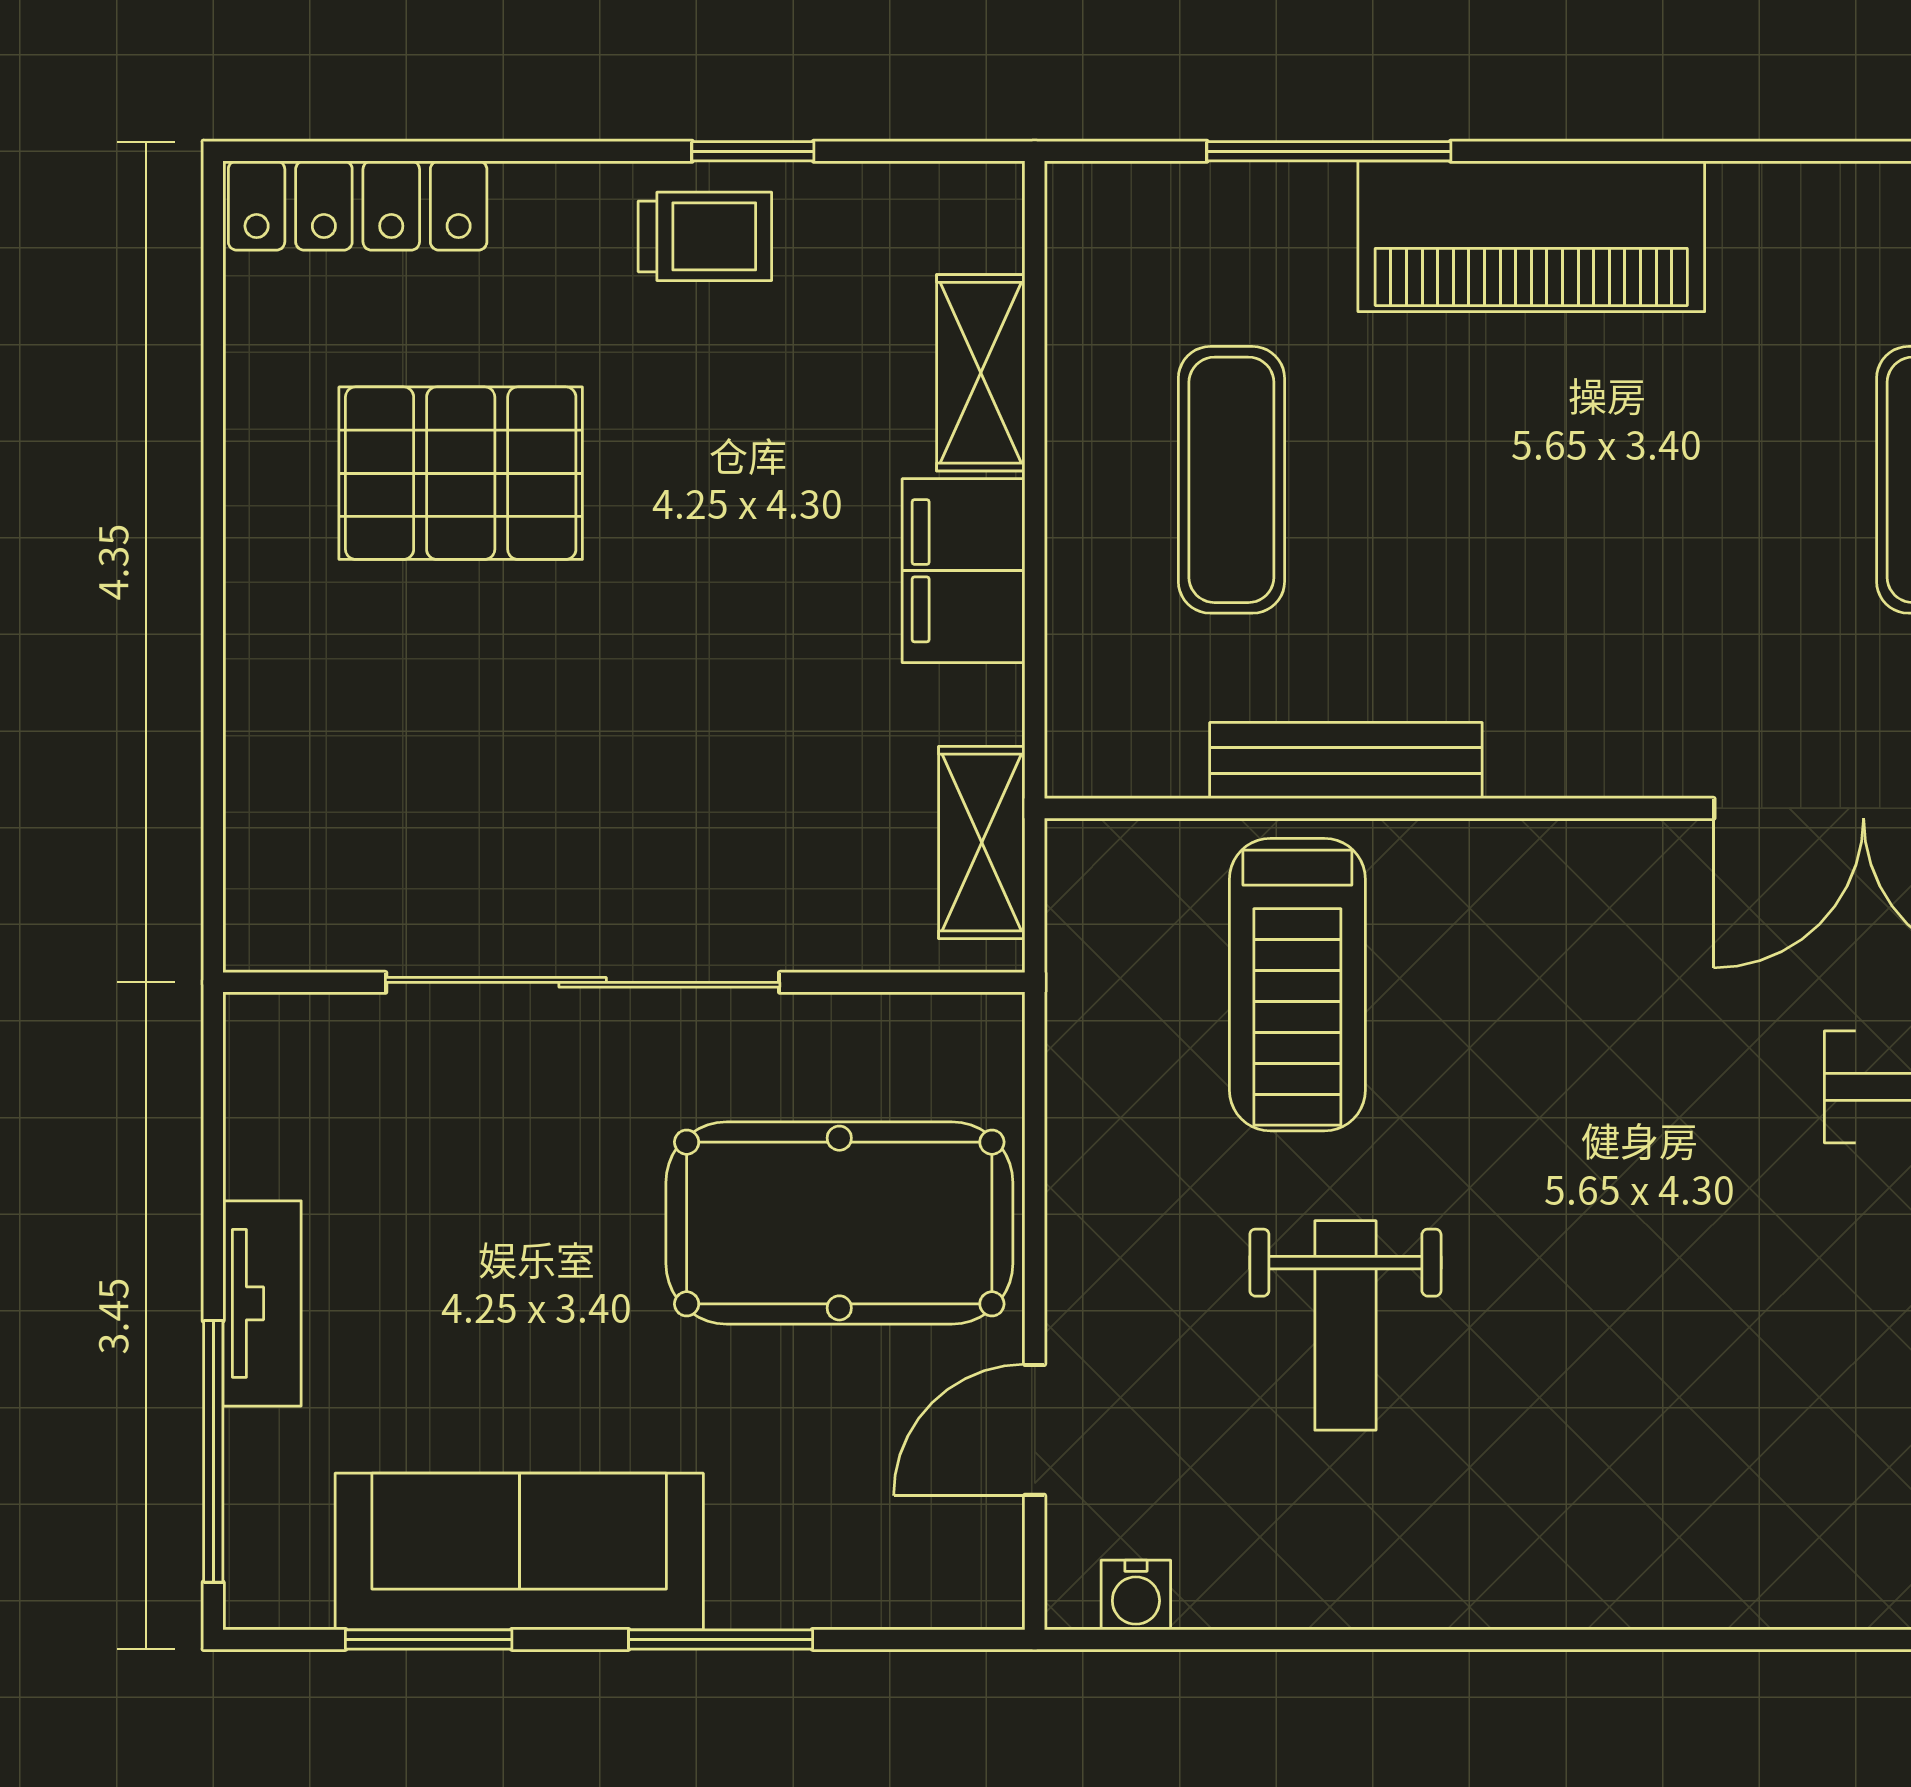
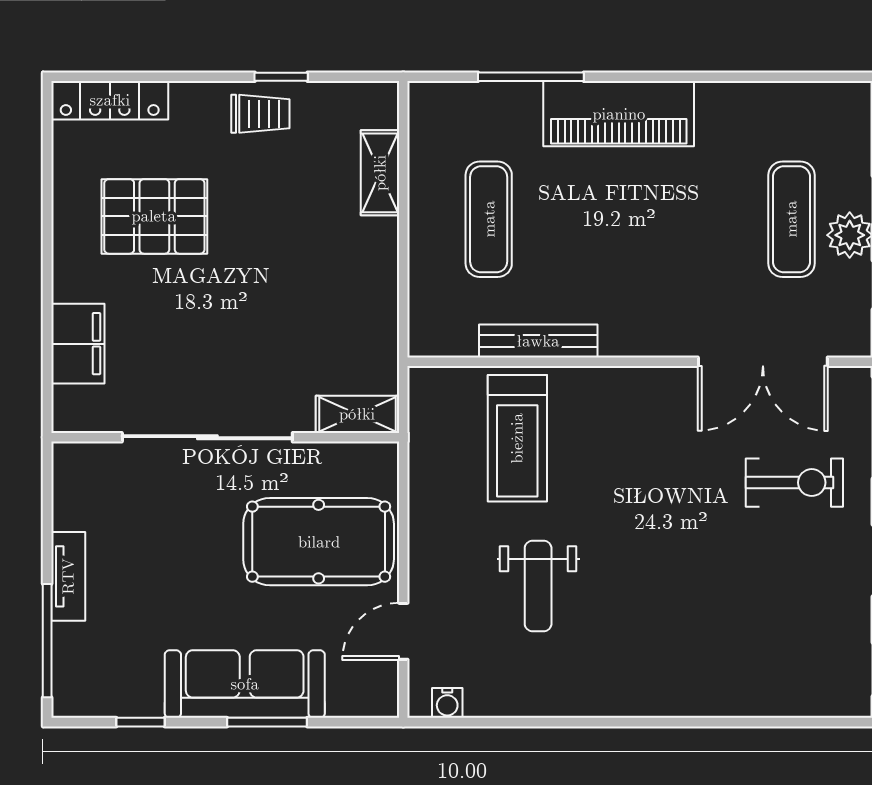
filing cabinet: (964, 571) -> (78, 344), moved, turned 180
shelving: (982, 842) -> (357, 414), moved, turned 90
sofa: (519, 1551) -> (245, 684), moved
window: (429, 1639) -> (140, 722), width x0.67

